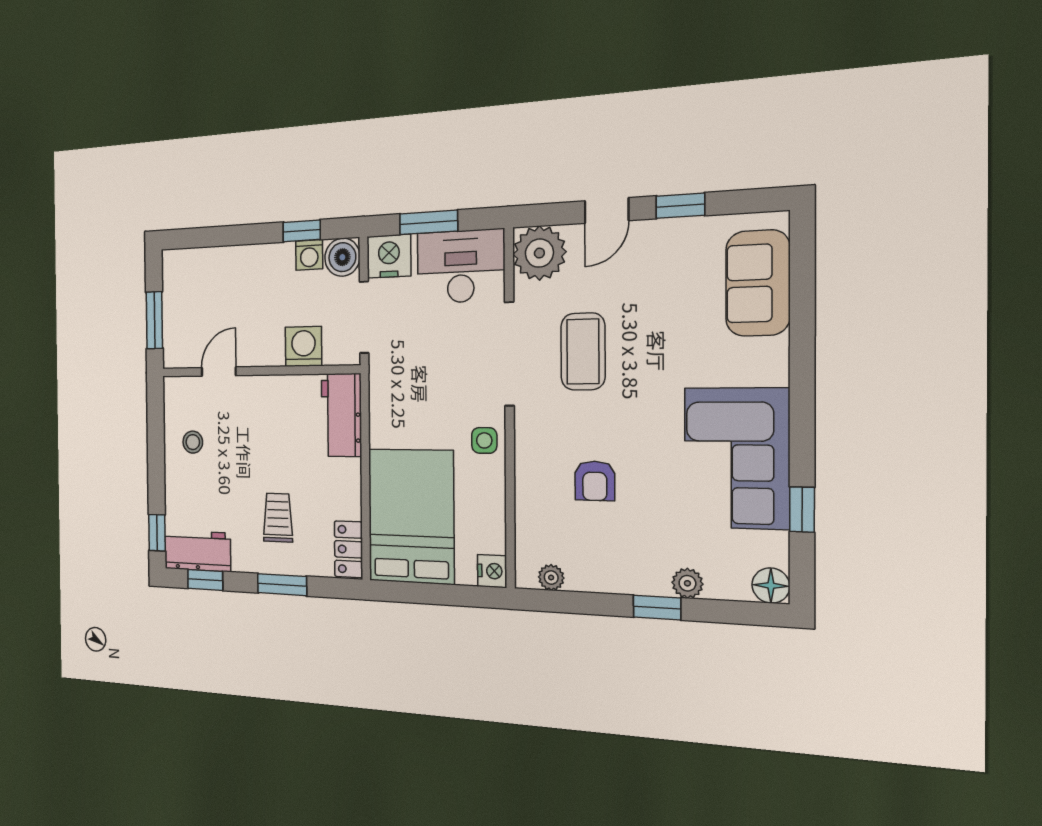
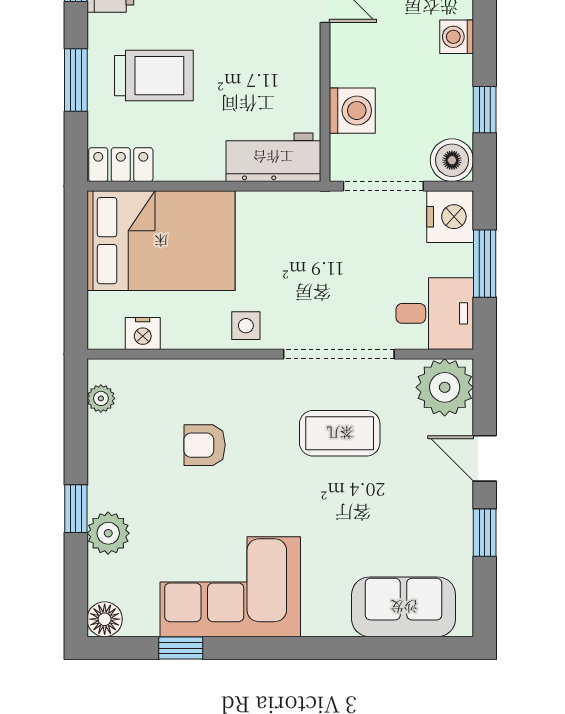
washing machine: (309, 255) -> (457, 37), moved
desk: (461, 266) -> (435, 313), width x0.73
trolley: (278, 518) -> (154, 76), width x1.36, depth x1.39
nightstand: (492, 571) -> (143, 334), moved
plant: (687, 583) -> (108, 533), width x1.38, depth x1.38

